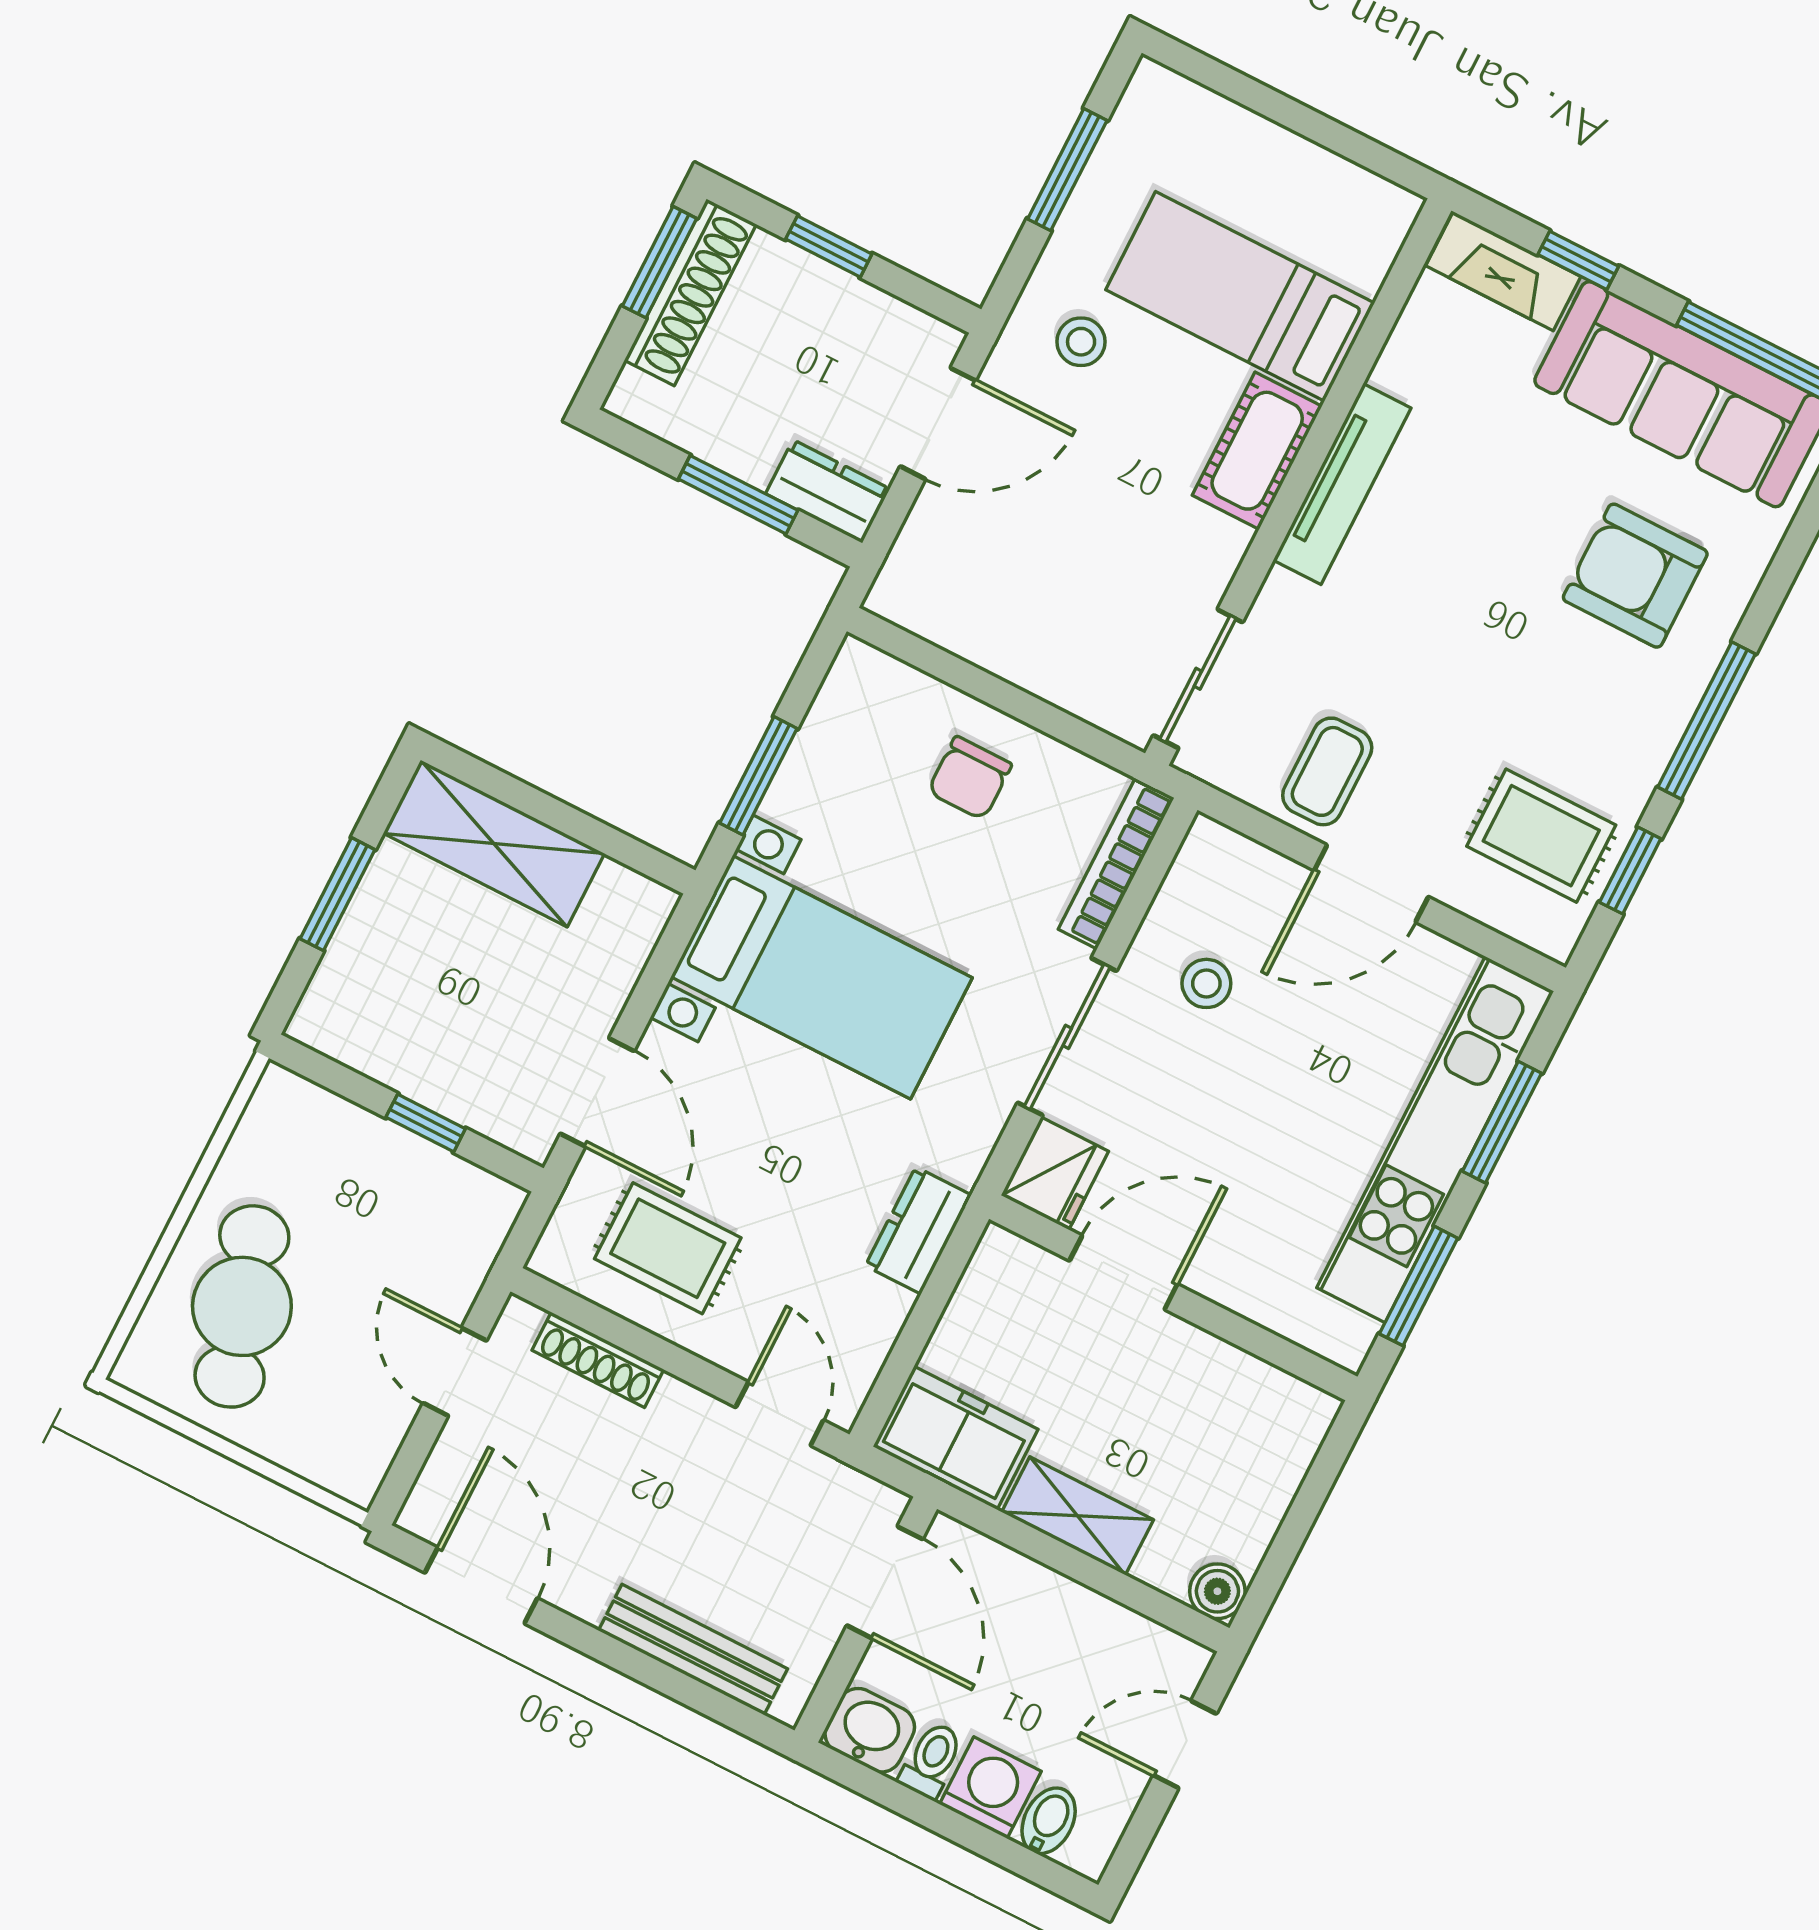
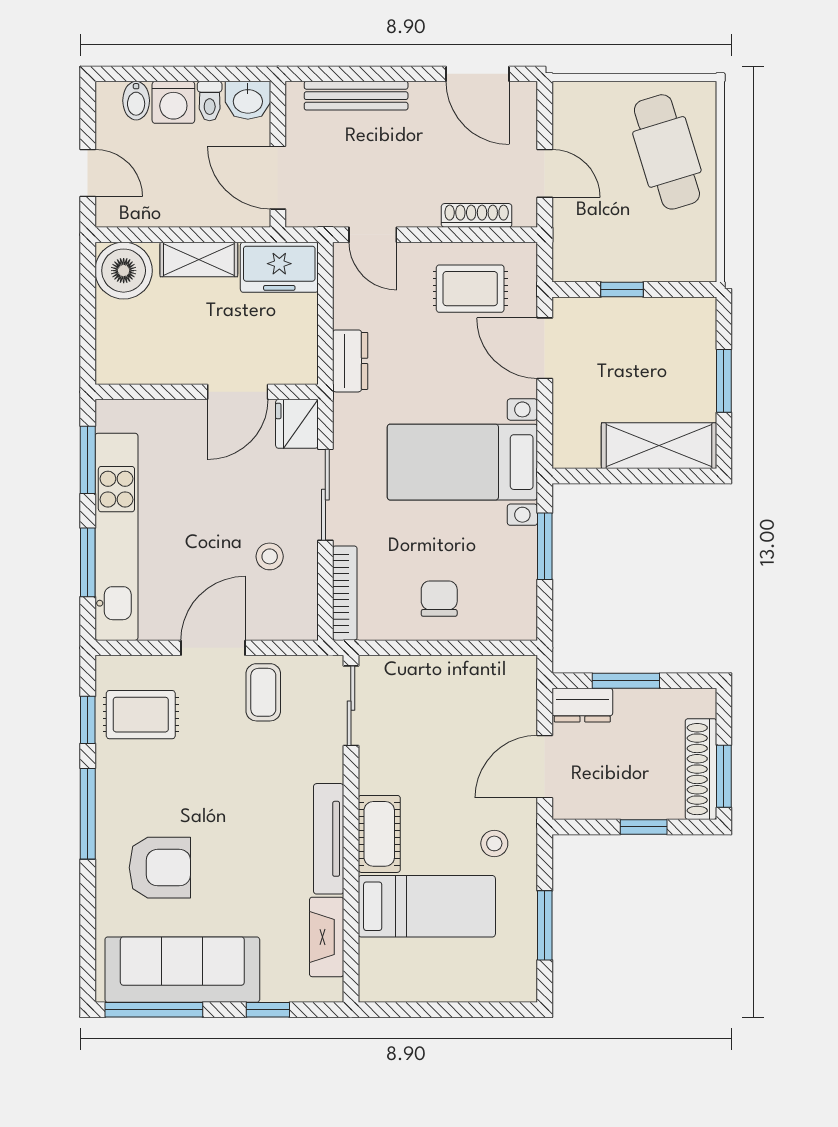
fireplace: (1503, 271) -> (327, 937), moved, turned -90
boiler: (1217, 1591) -> (124, 271), width x1.86, depth x1.86
door: (1185, 1744) -> (88, 173), hinge flipped

